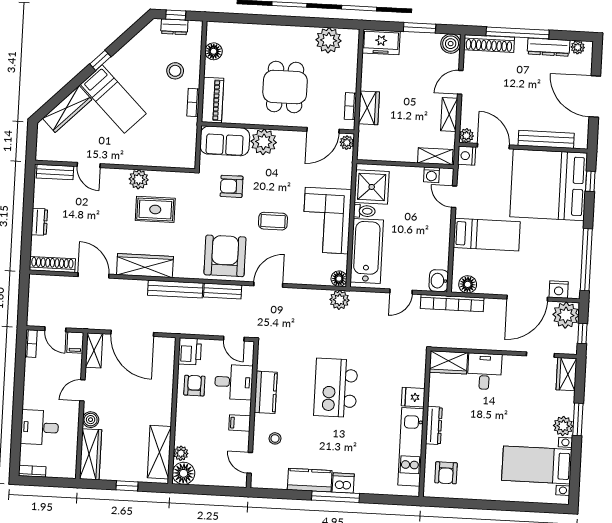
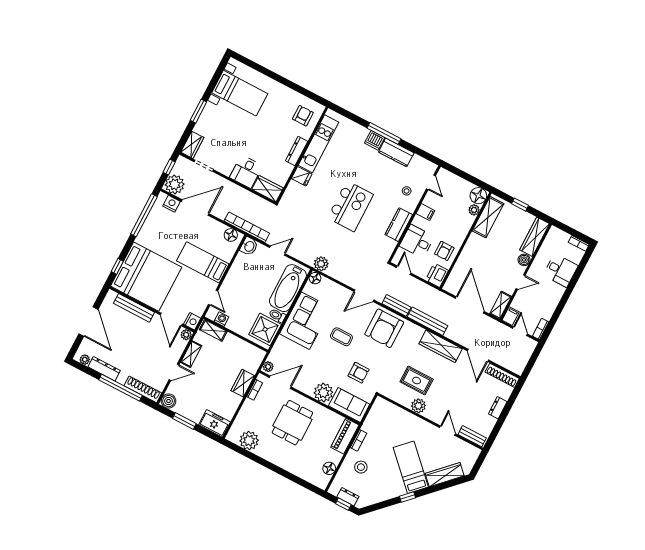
plant: (563, 426) -> (210, 111), removed

